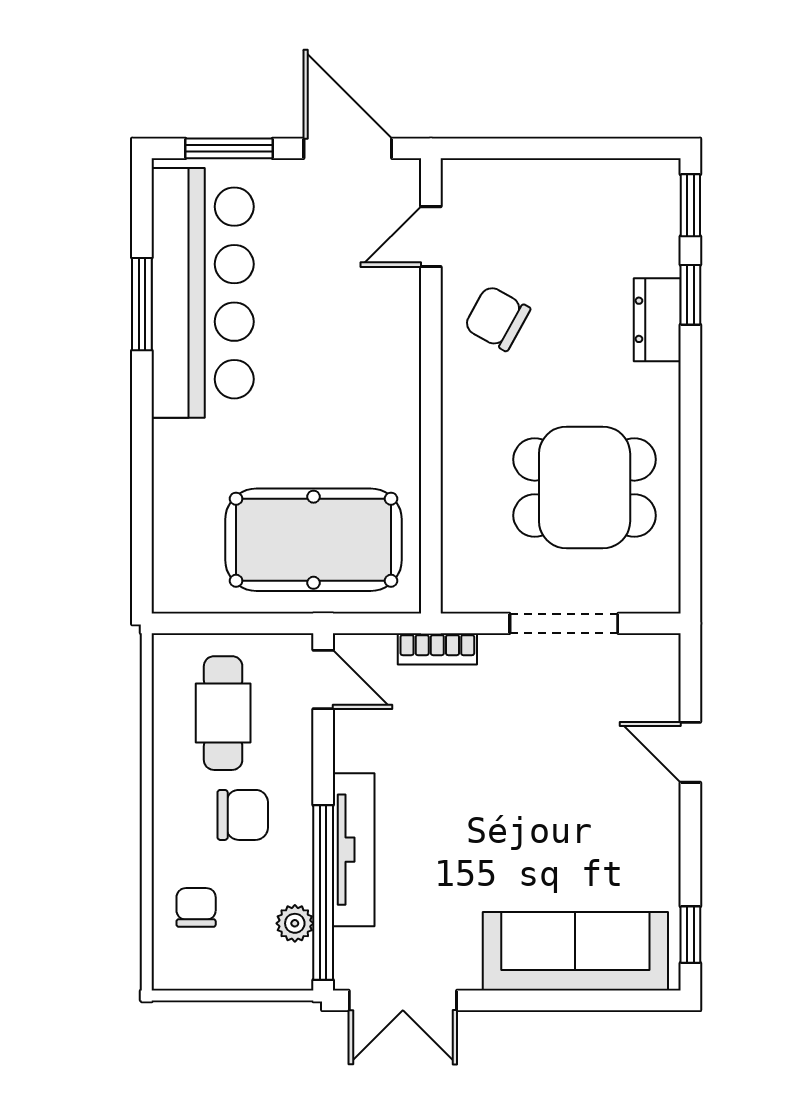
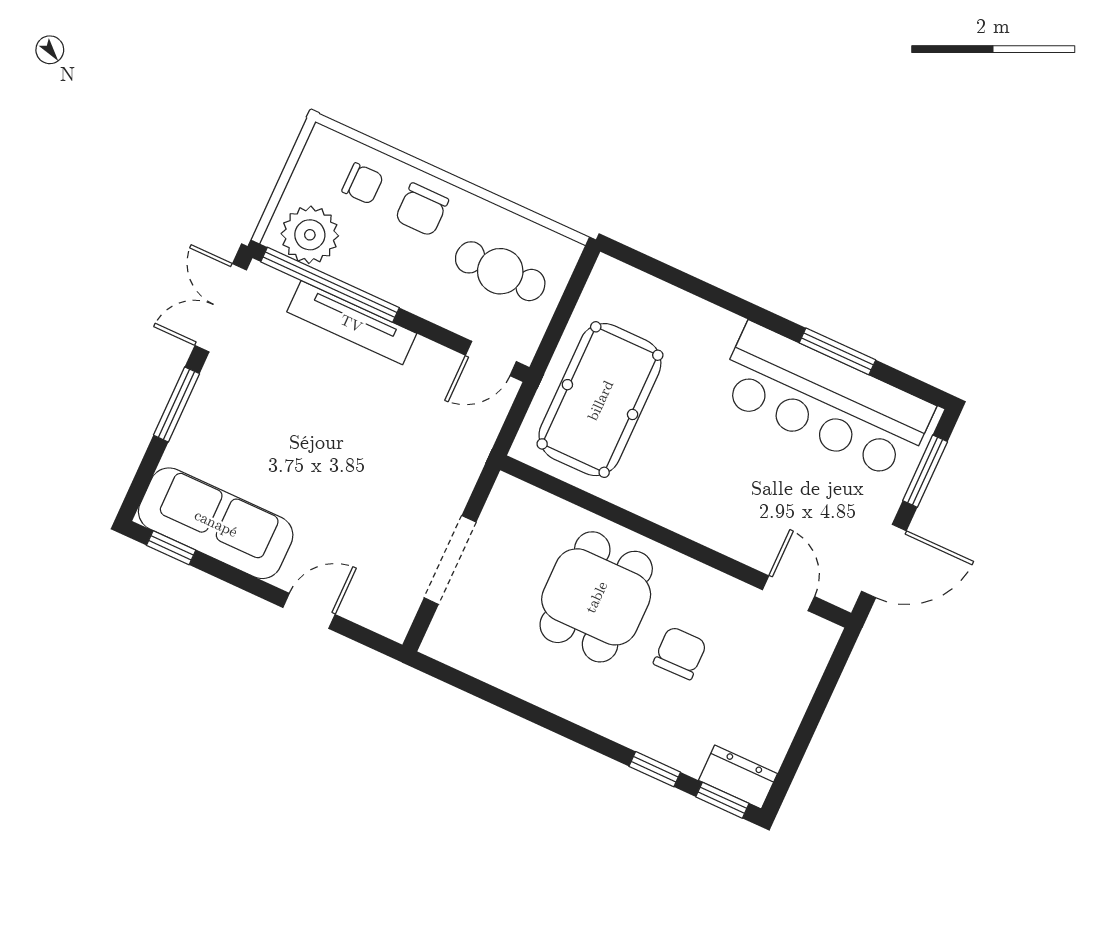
chair: (497, 318) -> (680, 653), moved, turned -30
dresser: (657, 320) -> (738, 777), moved
dining table: (585, 487) -> (596, 597), moved
bookcase: (437, 649) -> (475, 455), removed
chair: (243, 815) -> (422, 210), moved
plant: (295, 923) -> (310, 235), width x1.88, depth x1.88
sofa: (575, 951) -> (216, 523), moved, turned -90
window: (531, 1000) -> (176, 404), added

